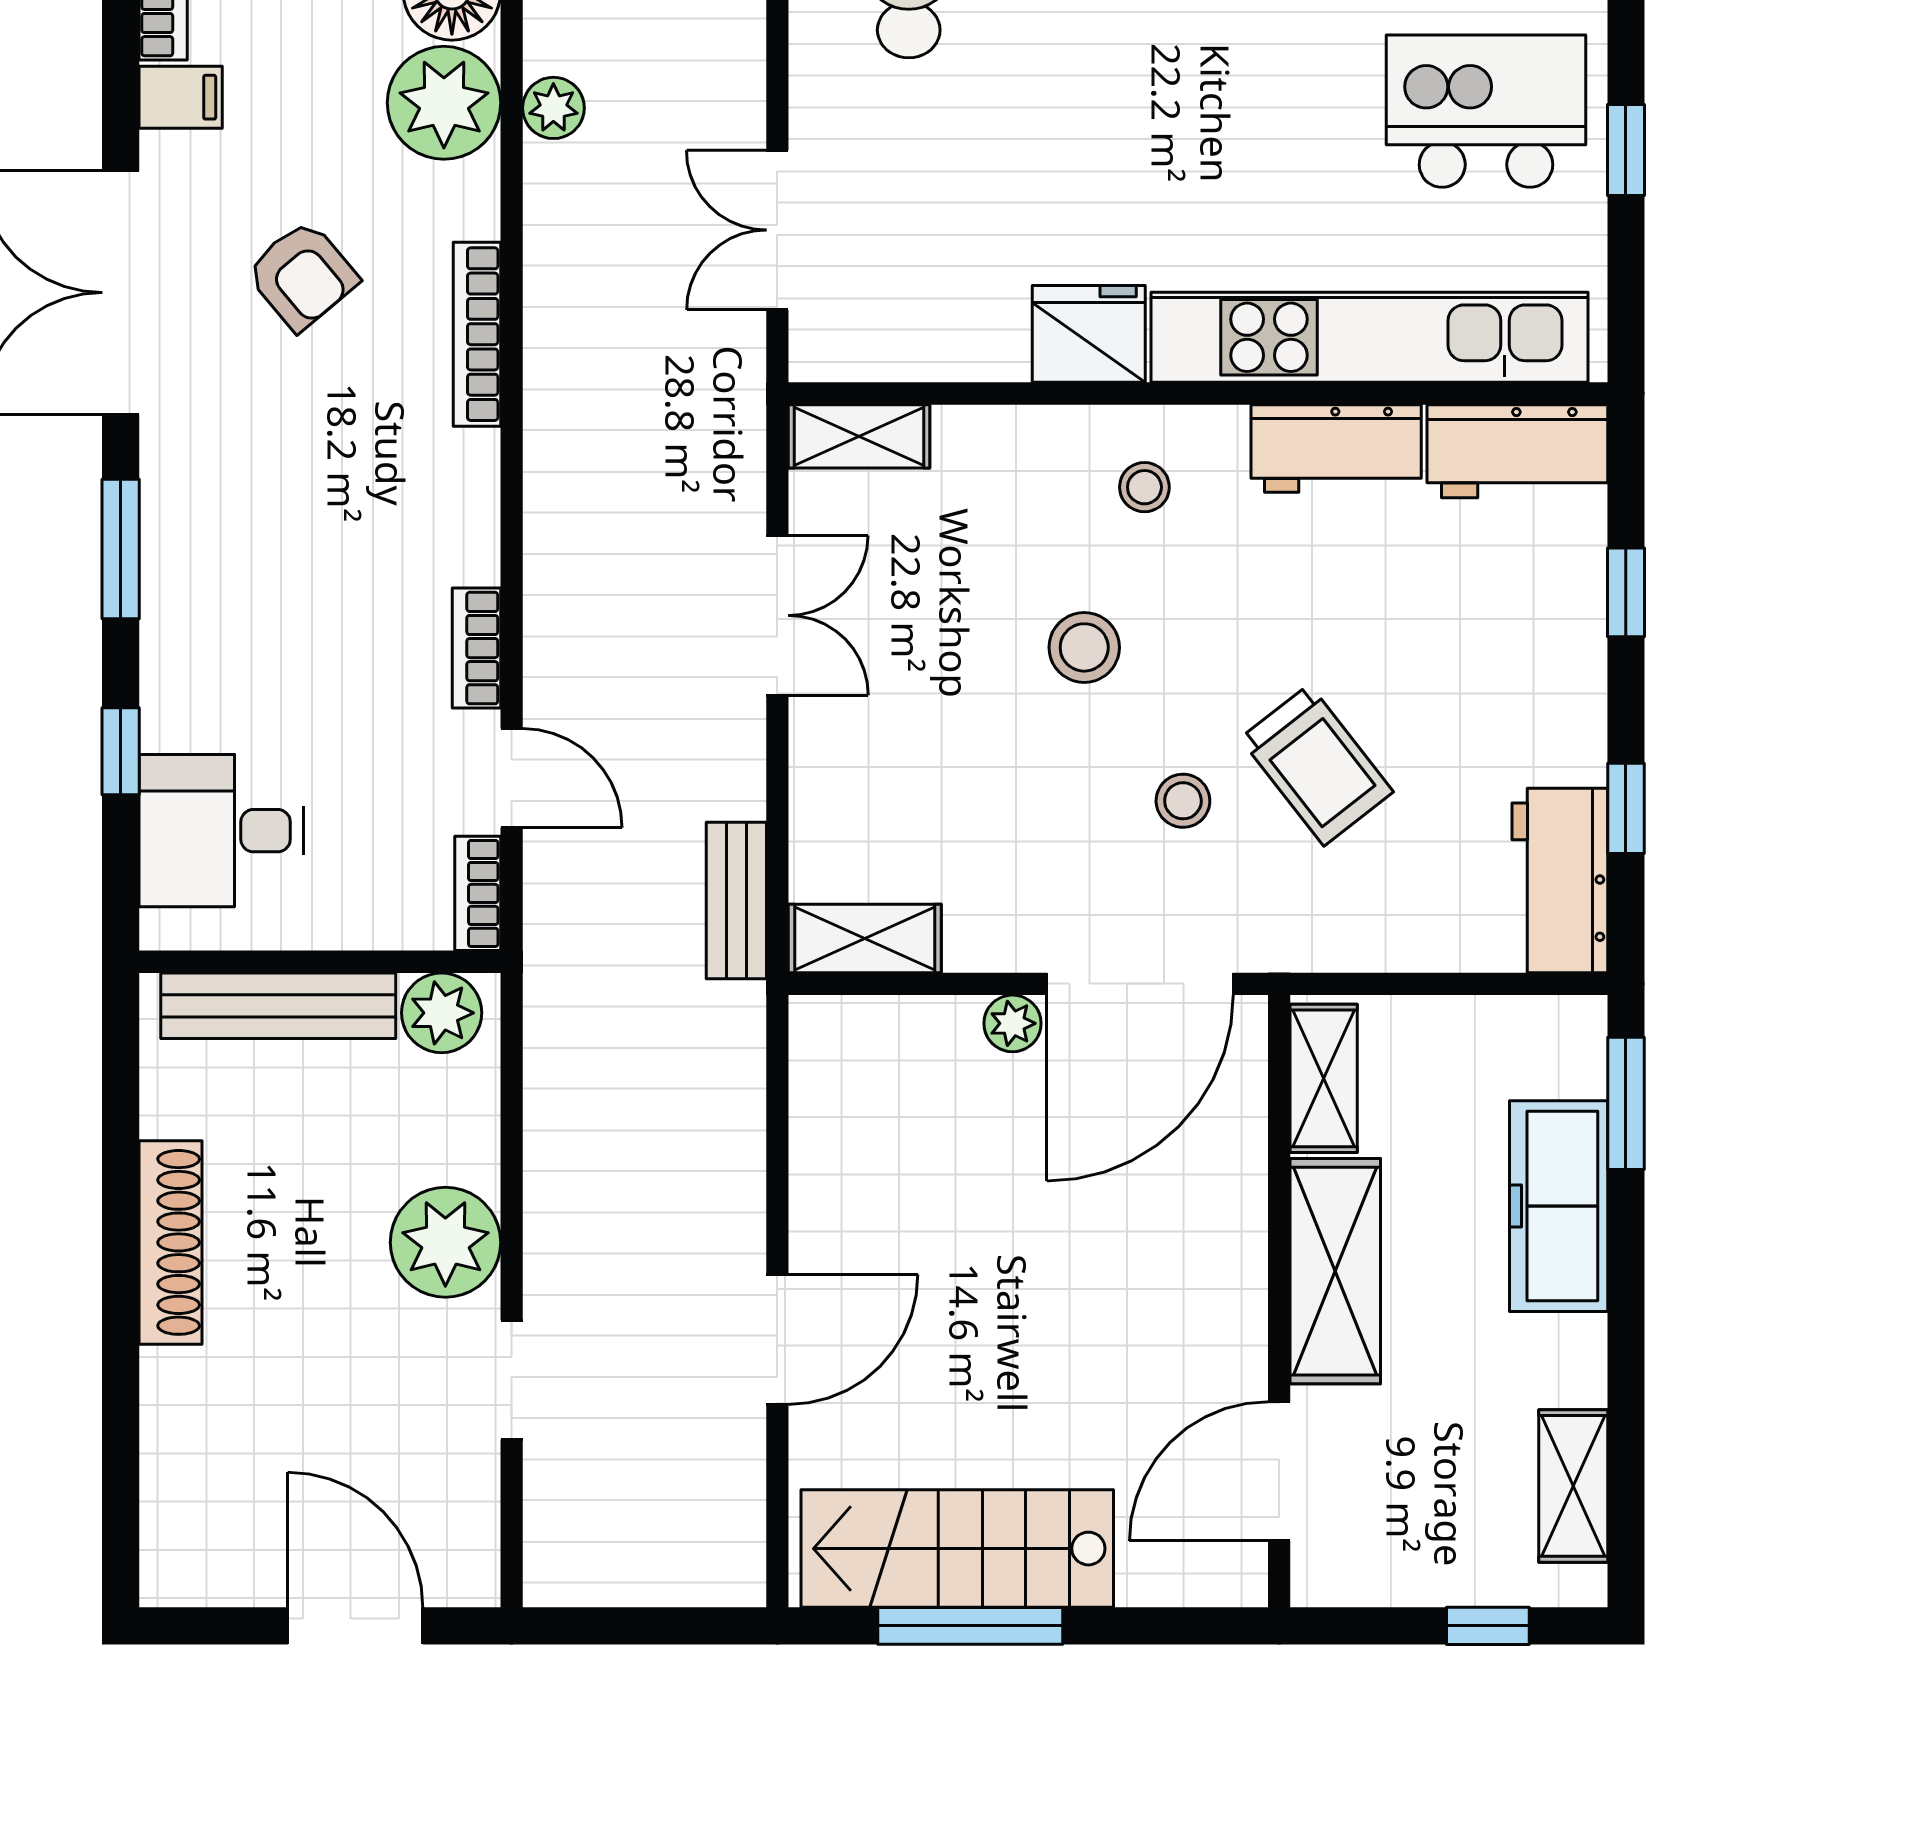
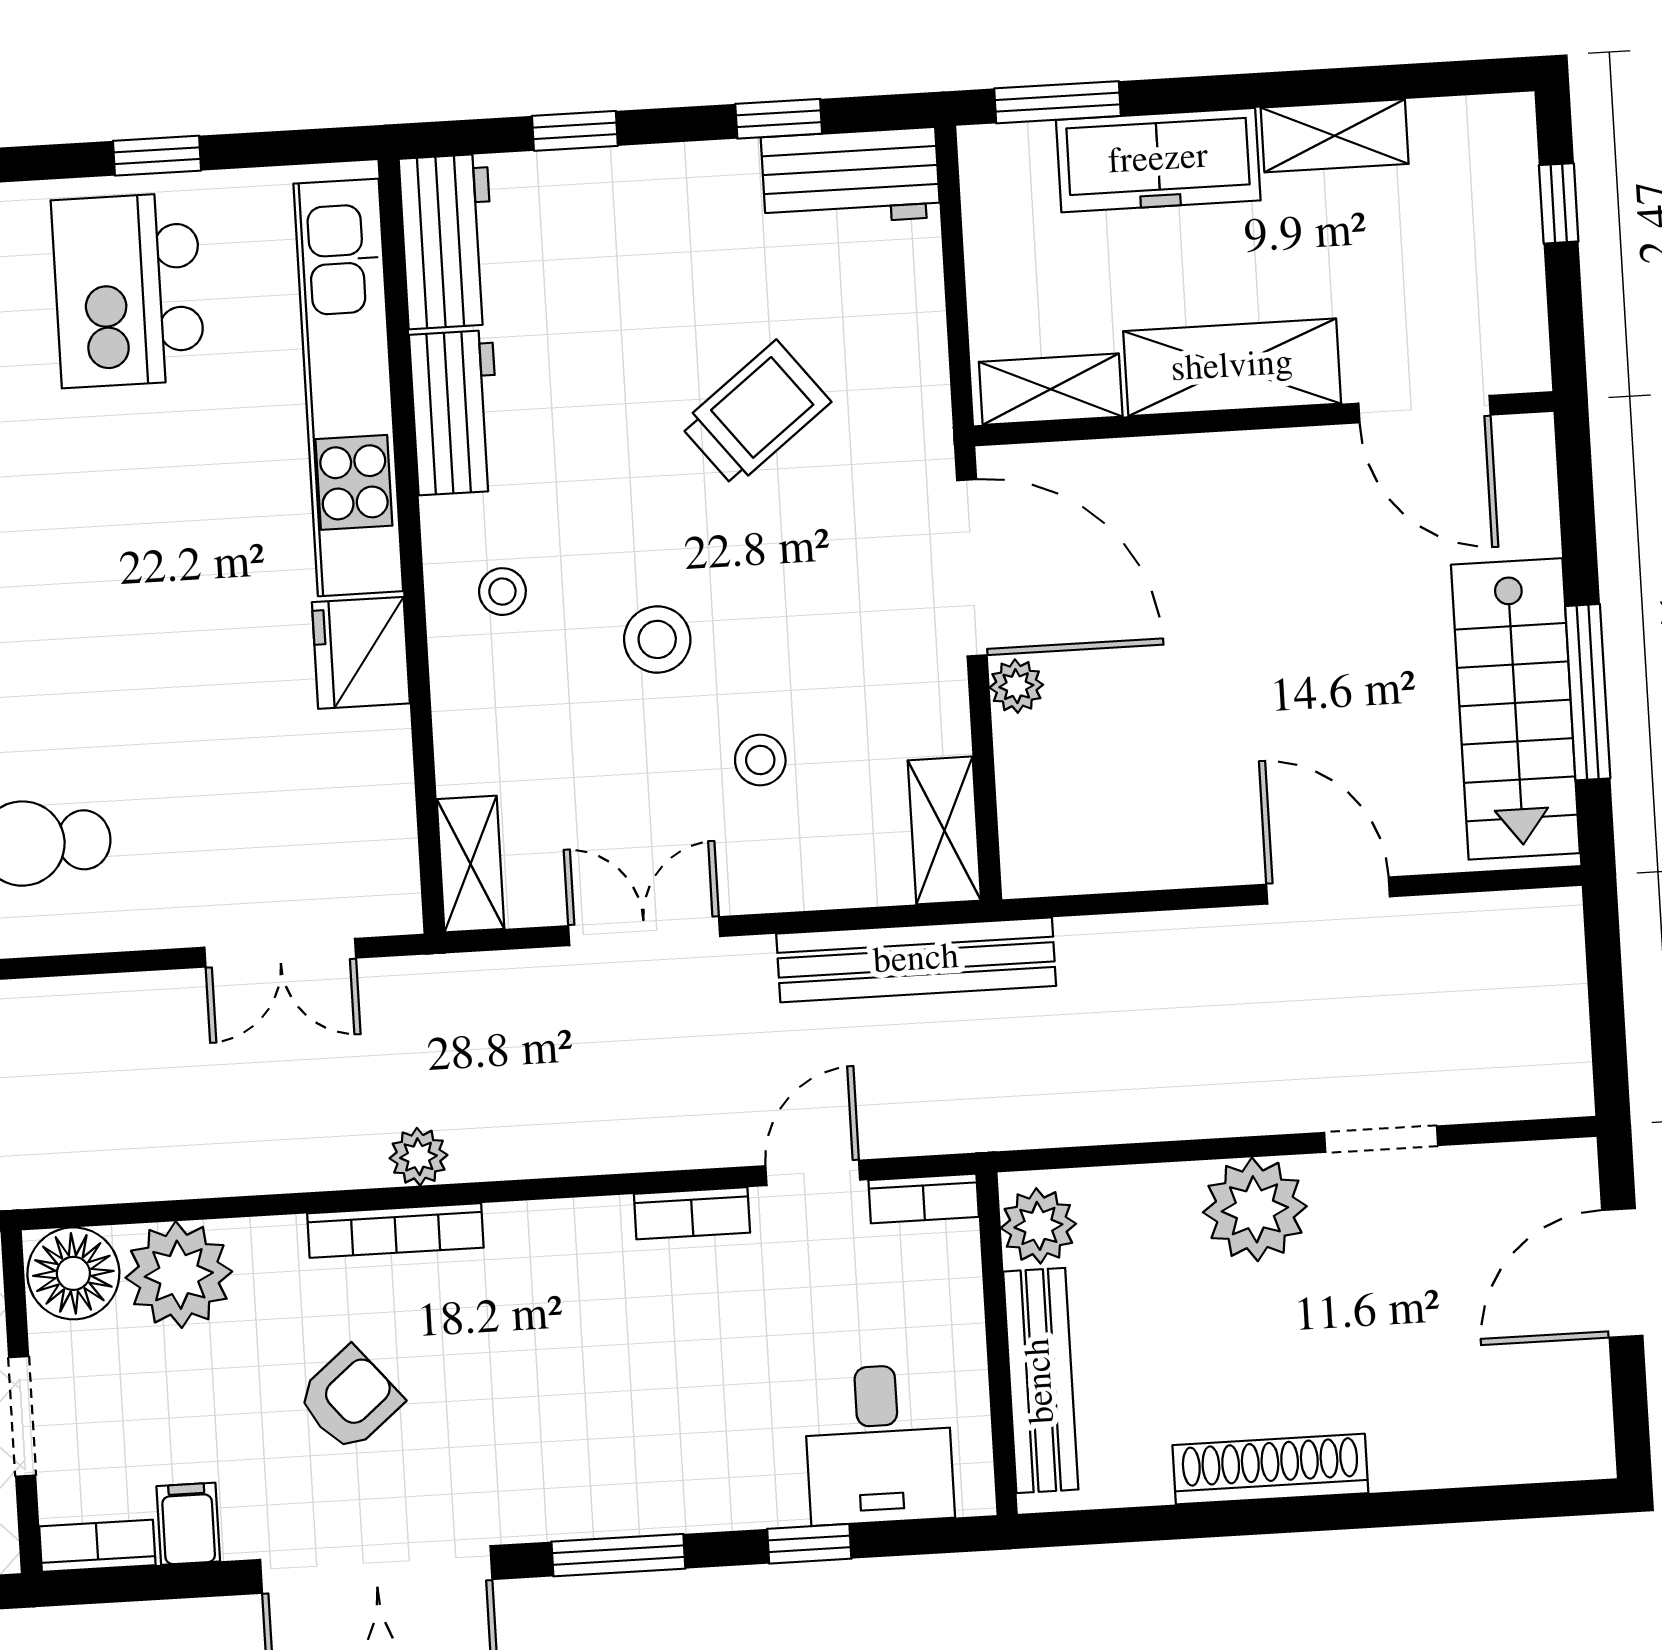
plant: (553, 108) -> (419, 1157), moved
stool: (1183, 801) -> (760, 760), moved
bench: (736, 901) -> (916, 960), width x1.86, depth x1.21
shelving: (1573, 1486) -> (1335, 136), moved

